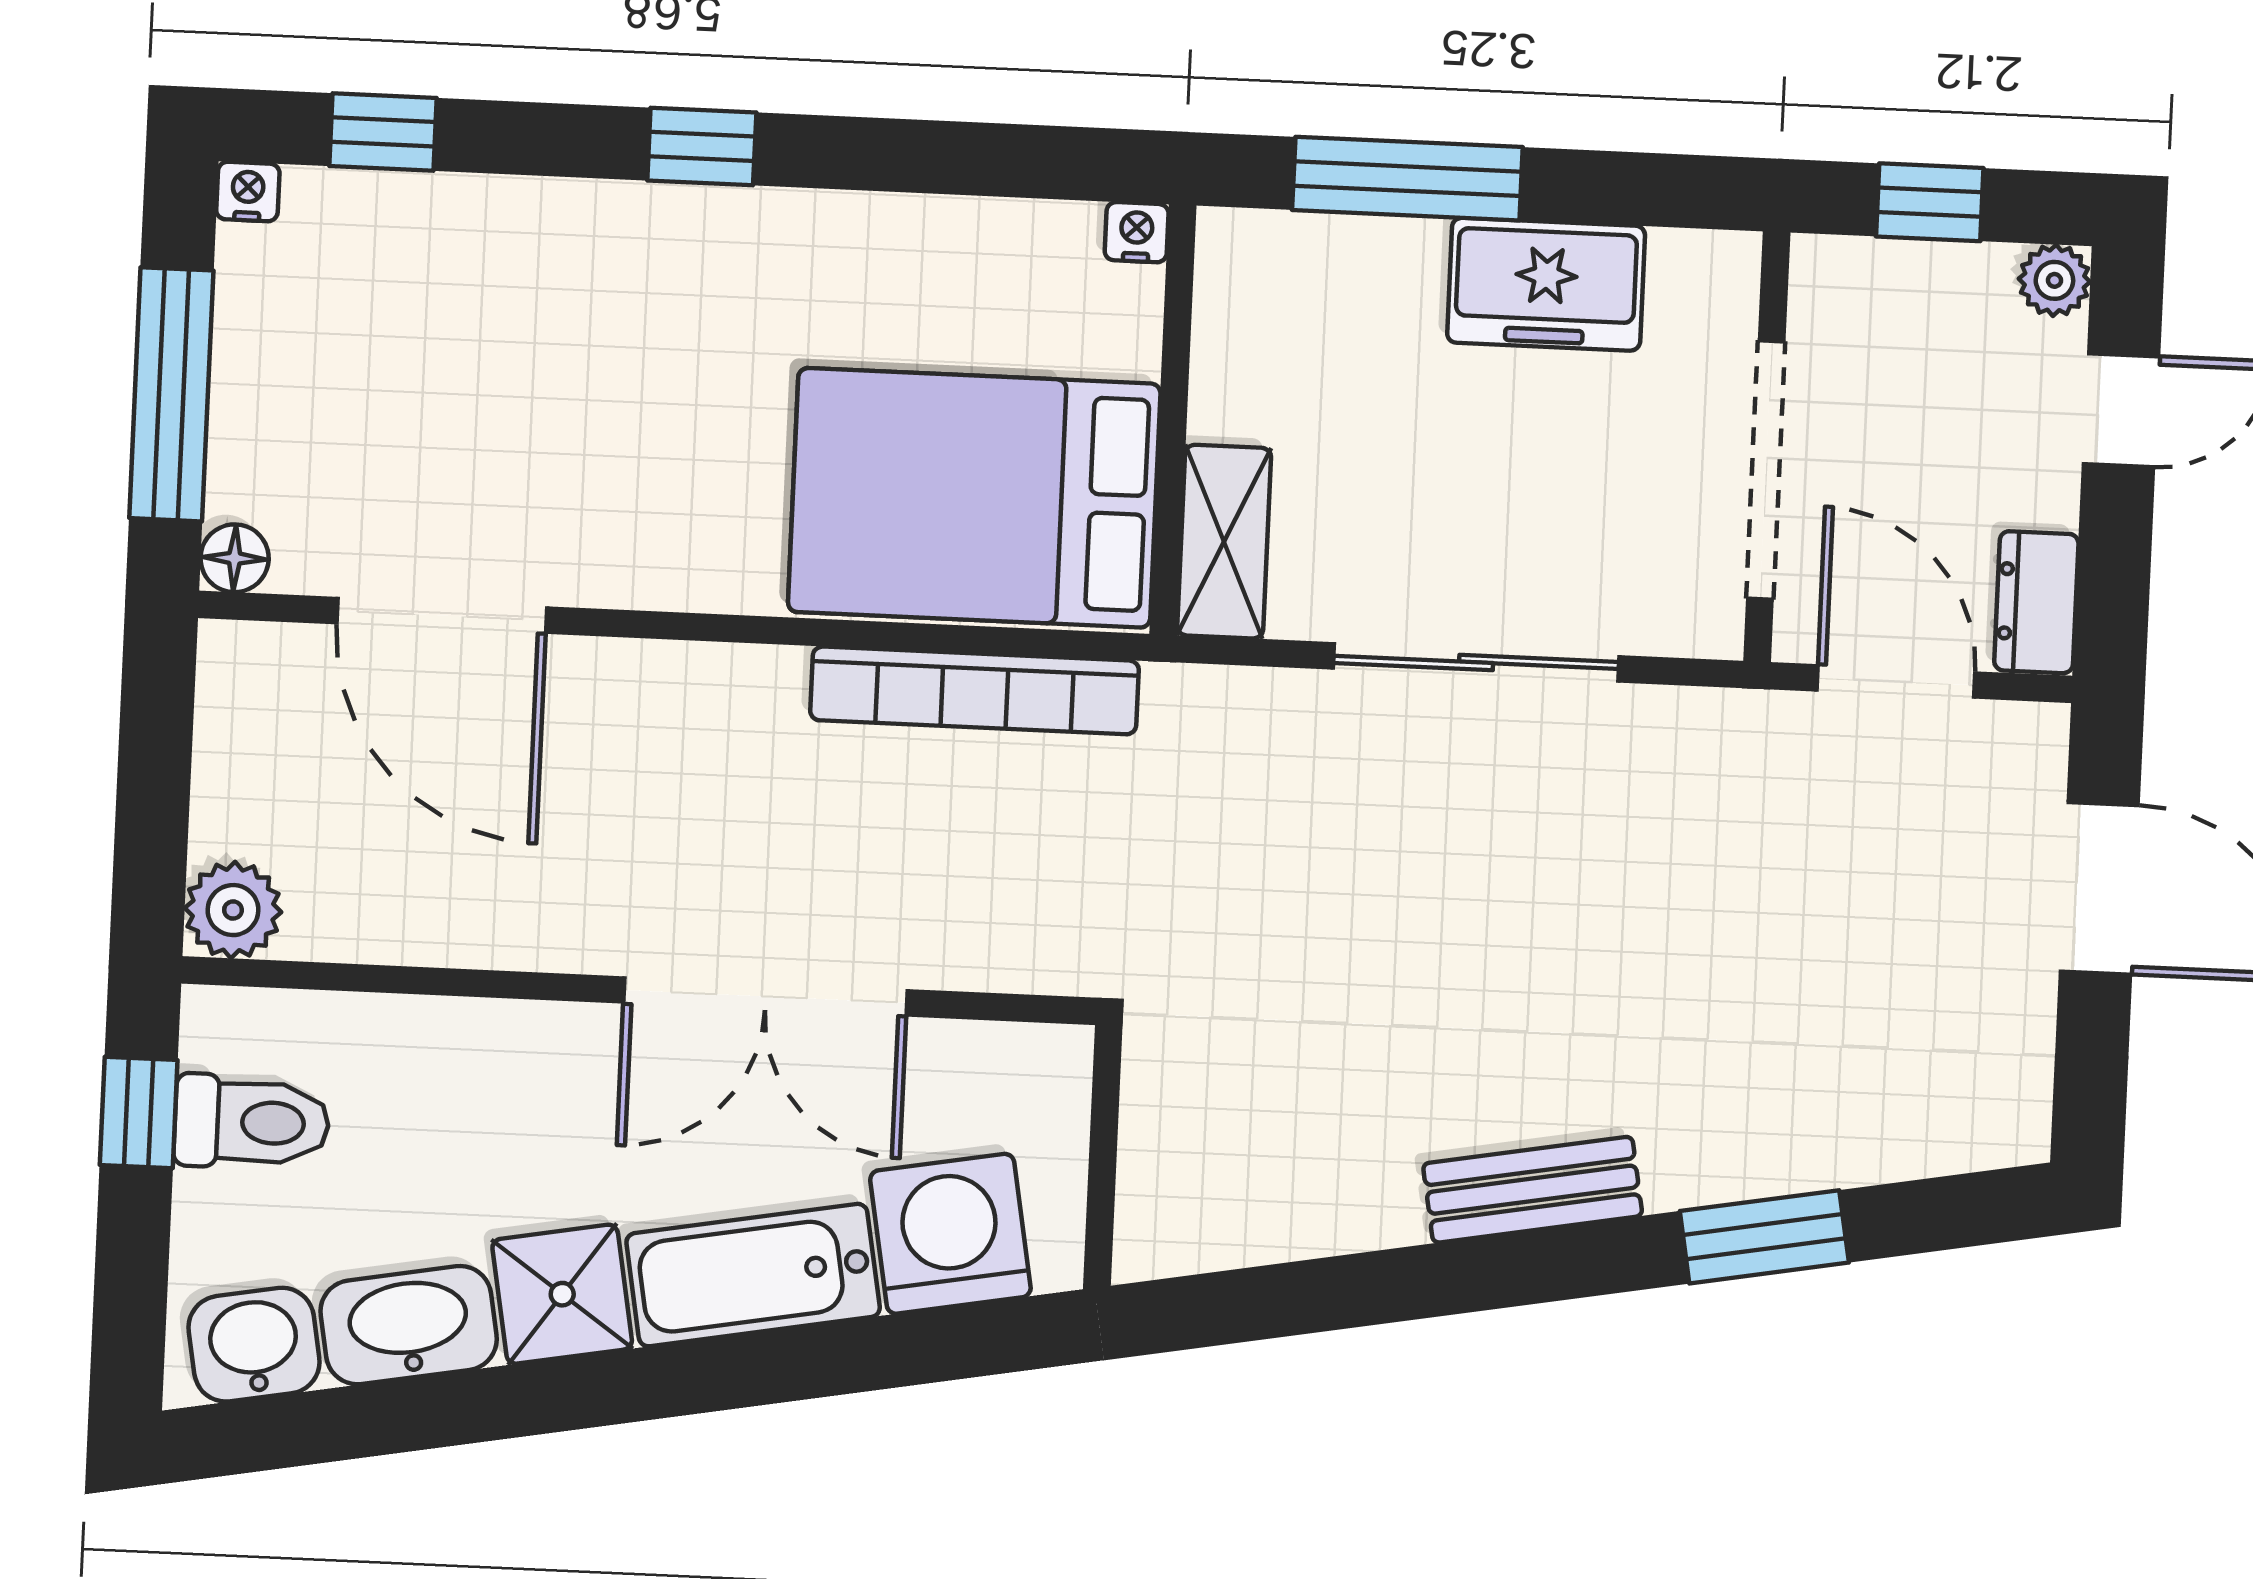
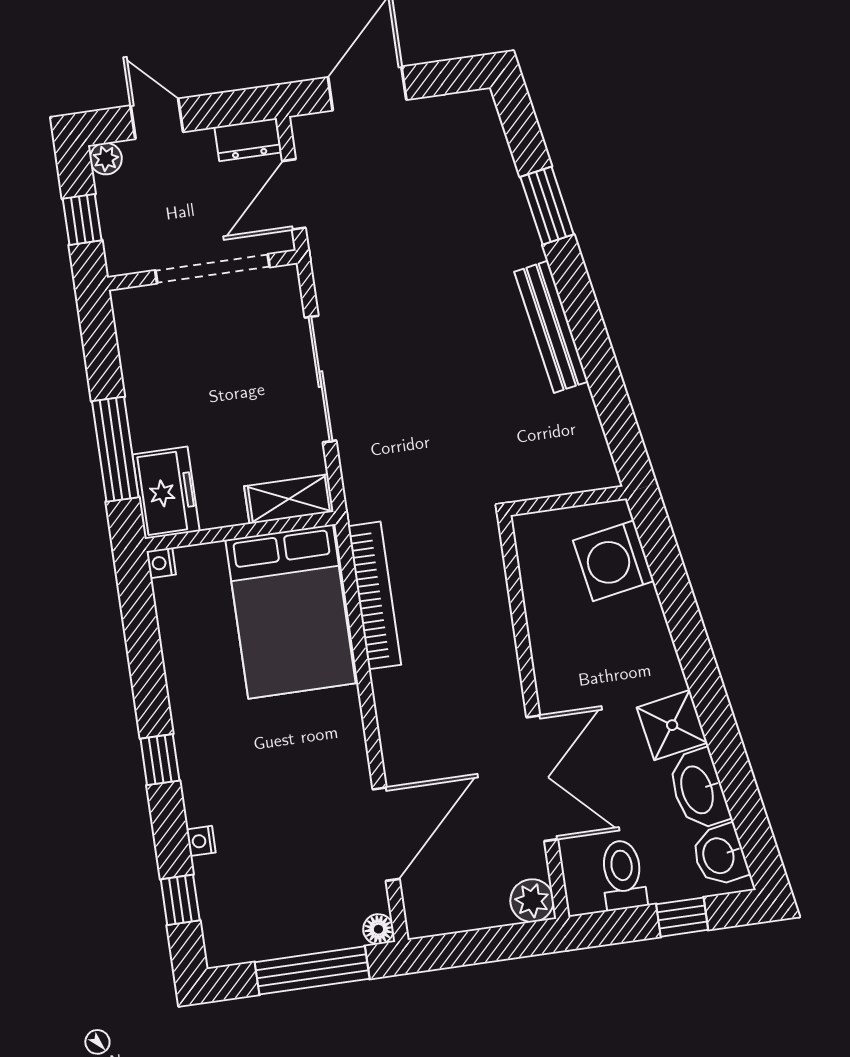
nightstand: (248, 191) -> (201, 841), moved
freezer: (1546, 284) -> (166, 493), moved
double door: (765, 996) -> (542, 778), moved
window: (139, 1113) -> (682, 917), moved
bench: (1533, 1190) -> (551, 327), width x1.36
bathtub: (753, 1275) -> (648, 643), removed

